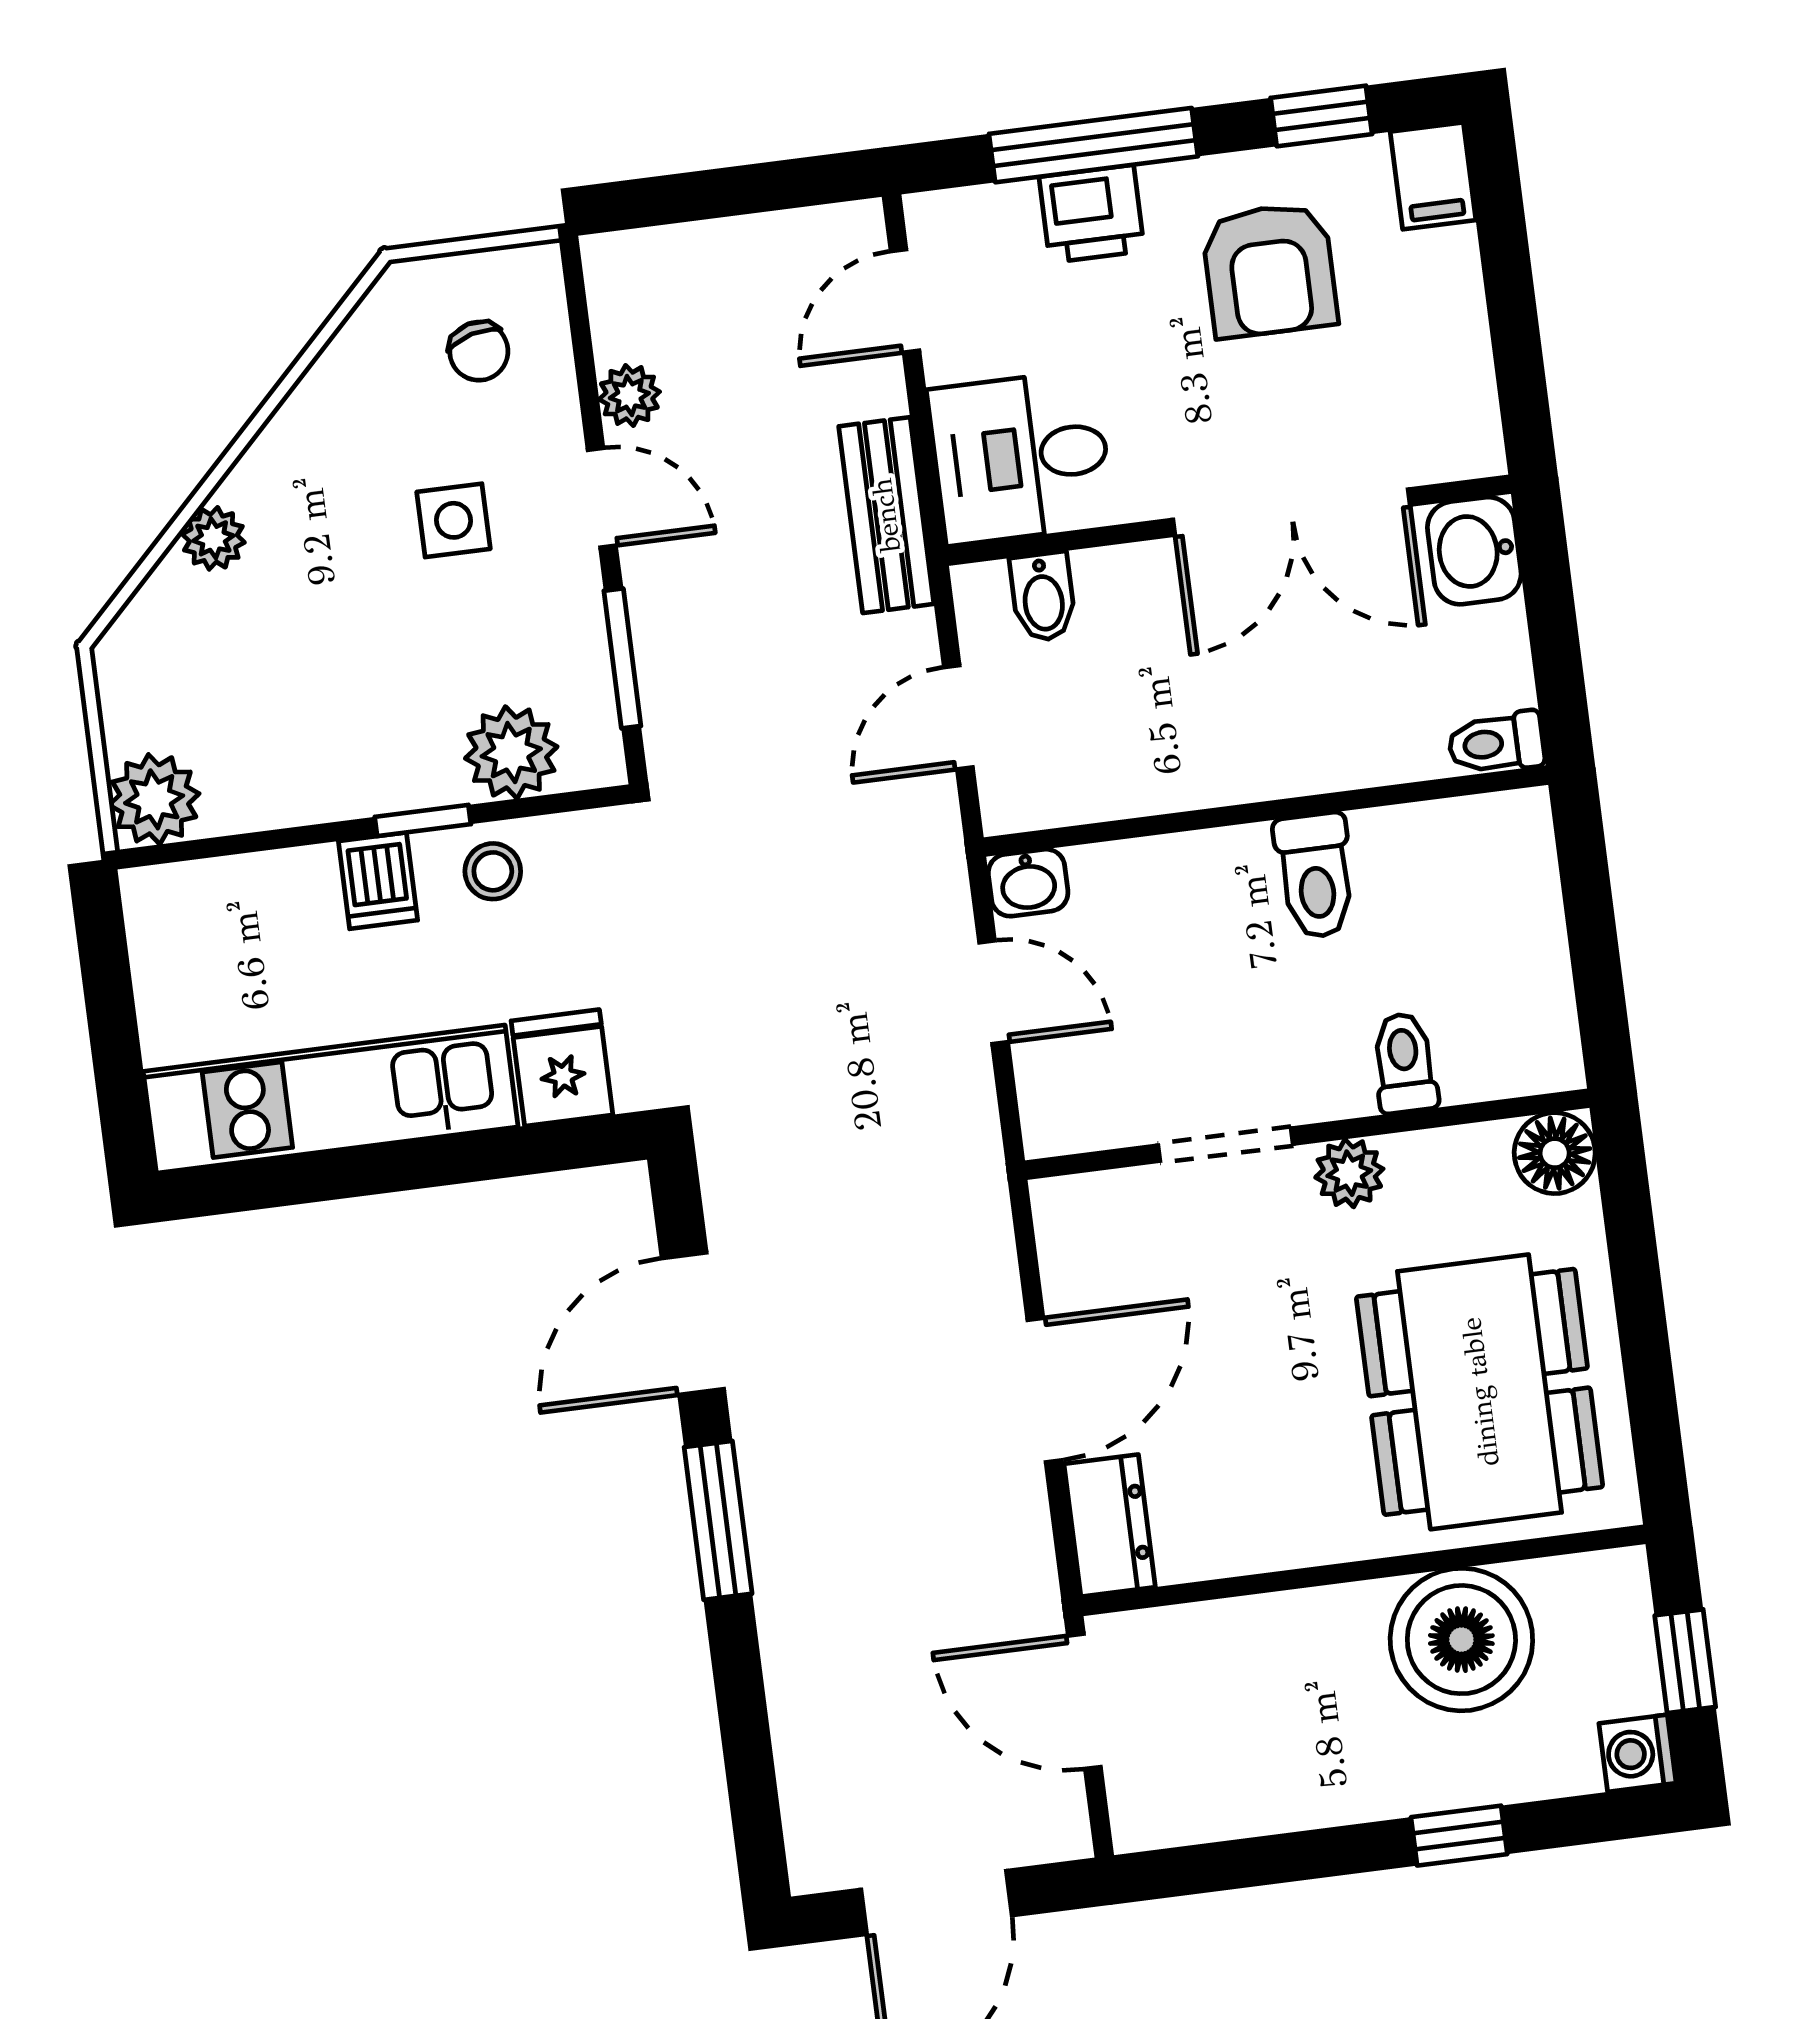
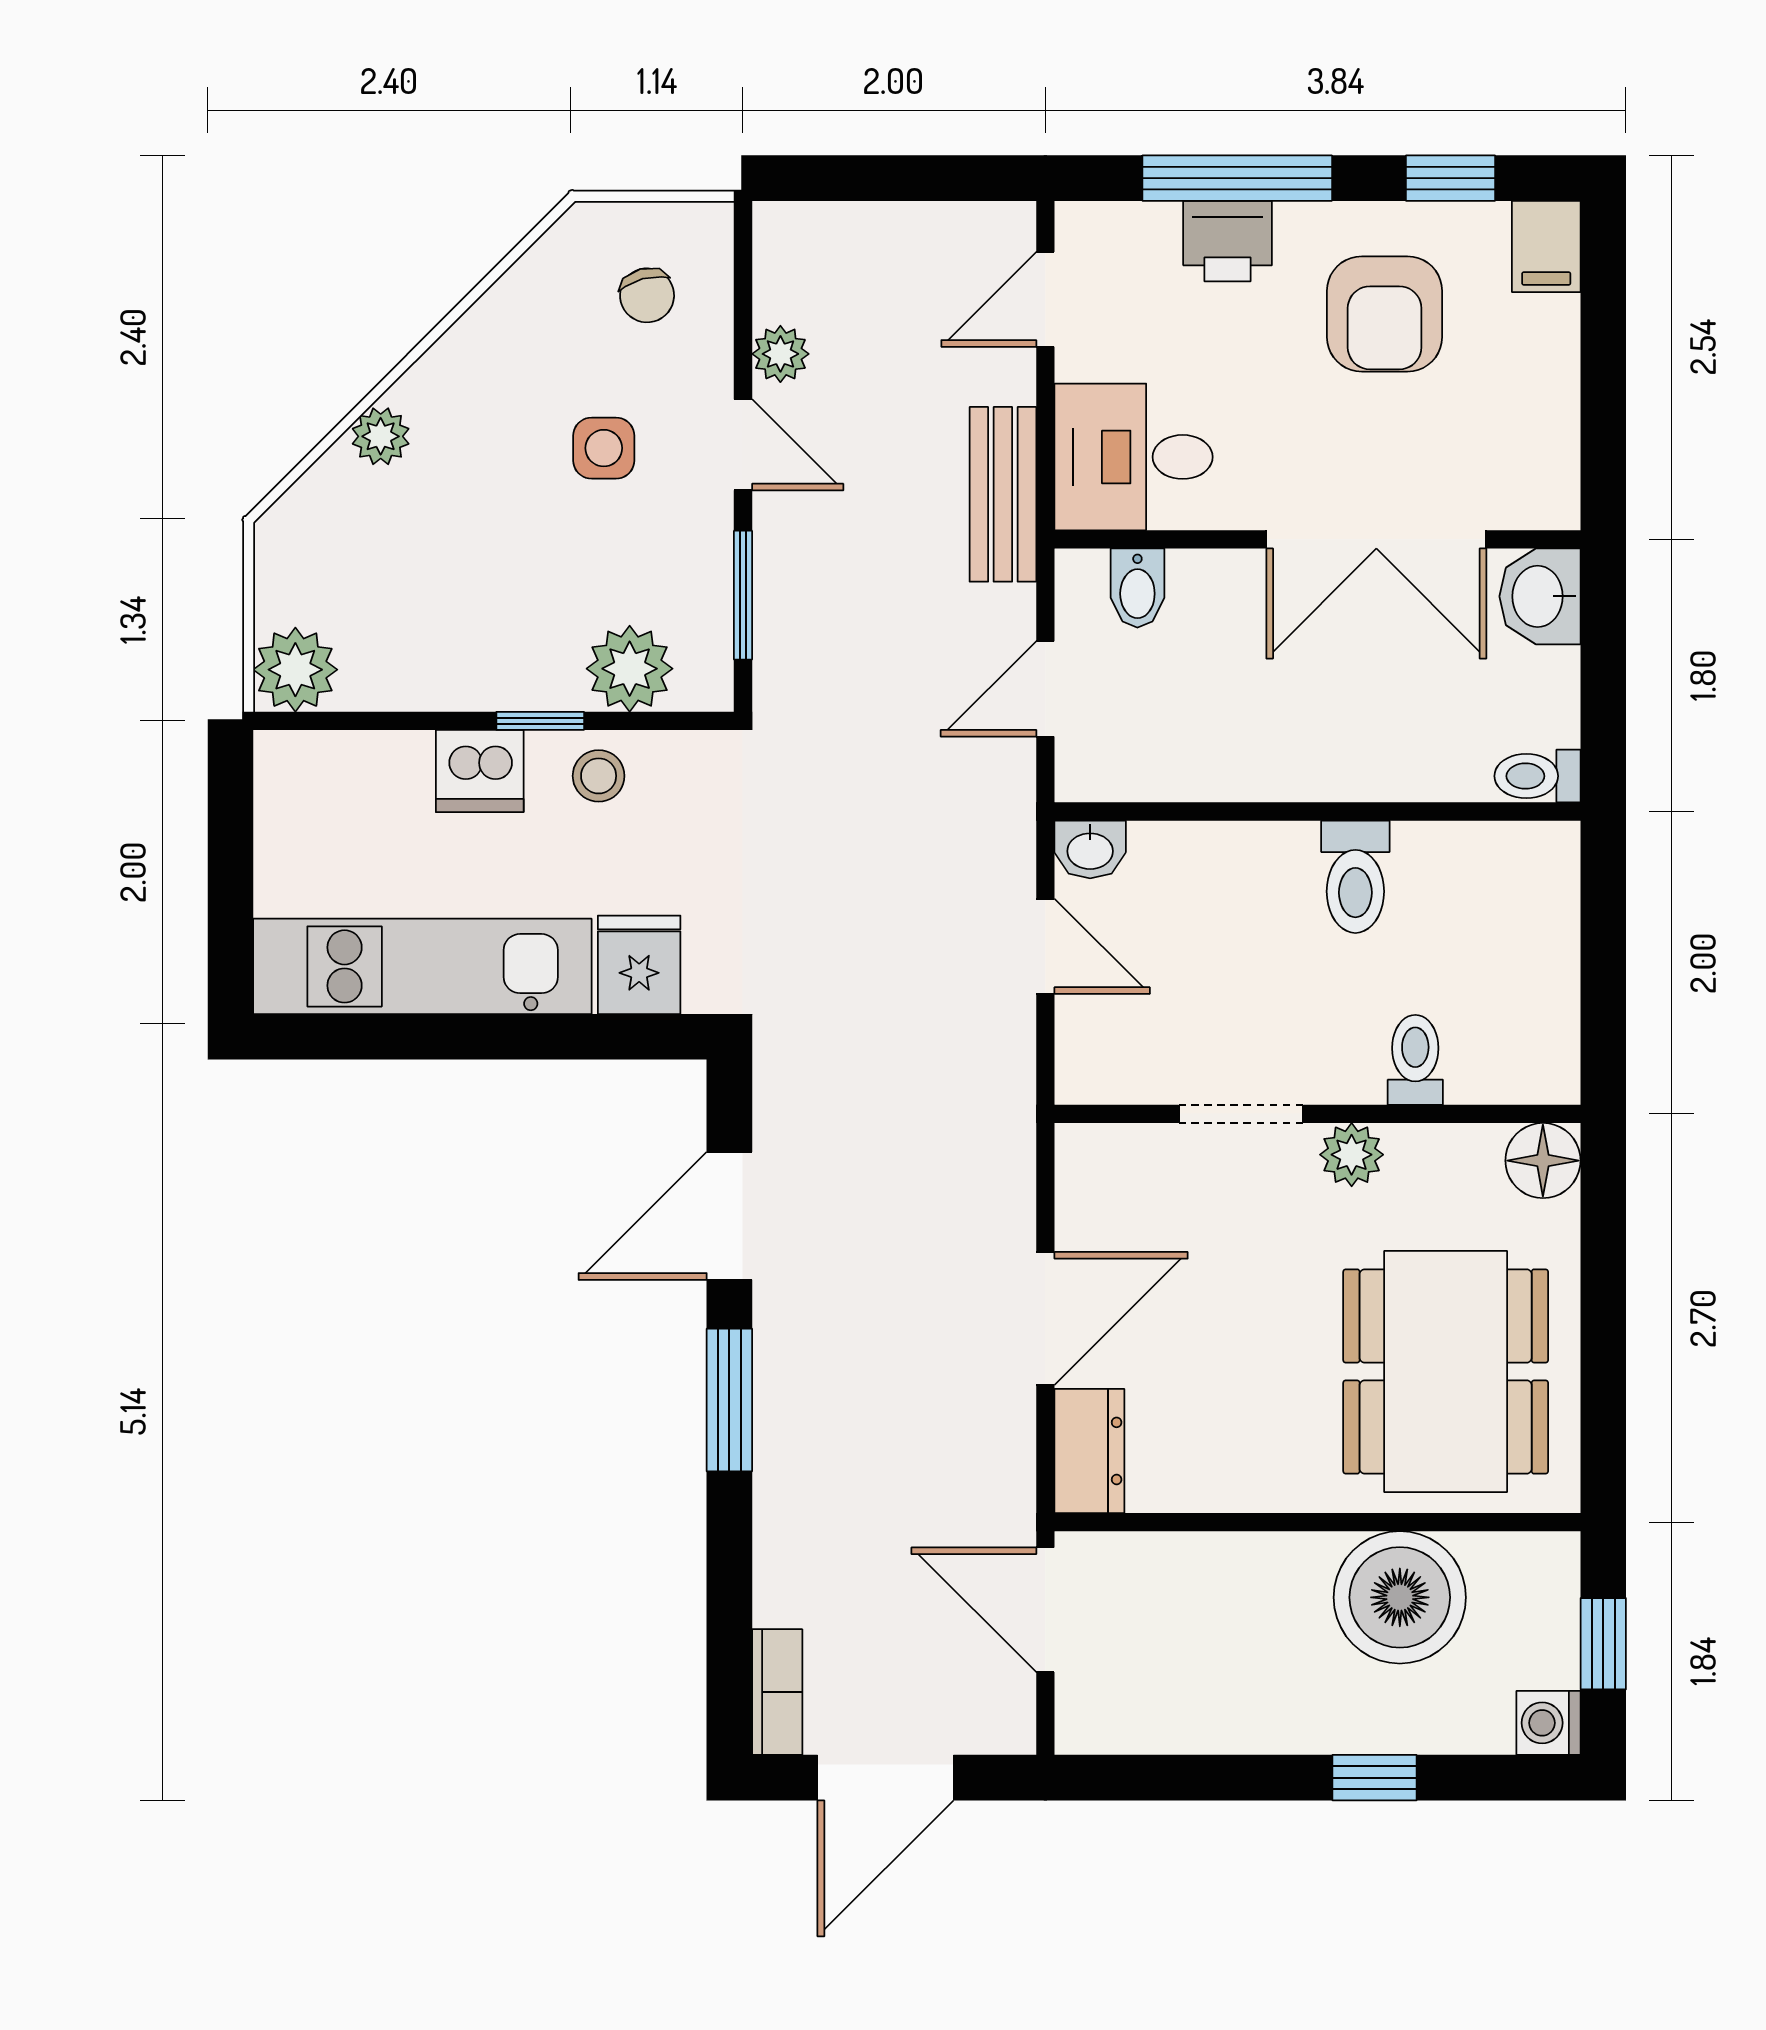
dishwasher: (378, 881) -> (480, 771), width x1.38
bookcase: (809, 1826) -> (777, 1692), added

